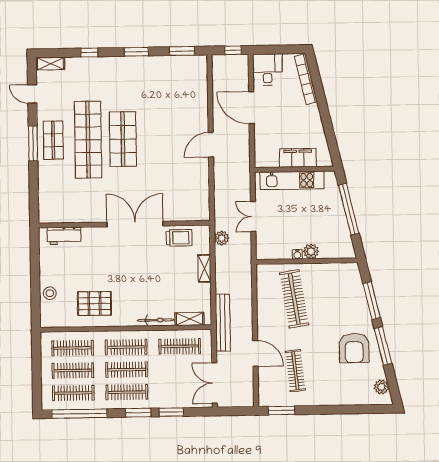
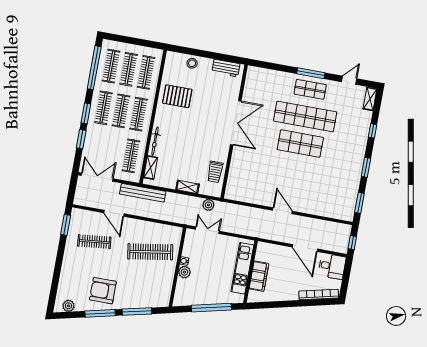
door: (251, 108) -> (305, 248), swing flipped
double door: (253, 216) -> (207, 230), moved
double door: (135, 224) -> (236, 123), moved
workbench: (64, 236) -> (226, 68), moved, turned -90
pallet: (94, 303) -> (177, 96), turned 90
door: (255, 353) -> (114, 213), hinge flipped

